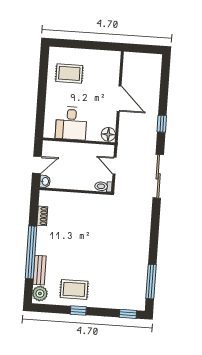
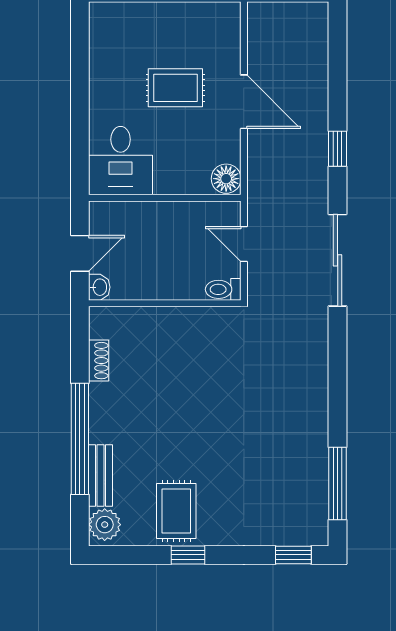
rug: (69, 73) -> (175, 88), moved
desk: (71, 123) -> (121, 161), moved
rug: (74, 289) -> (176, 511), turned 90

